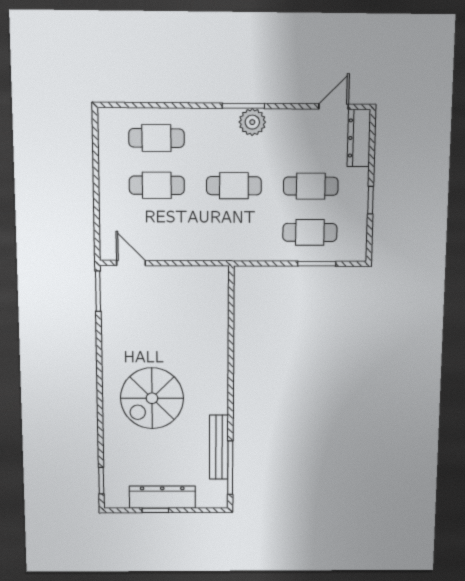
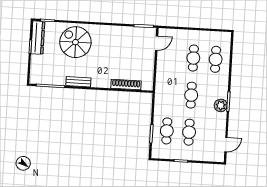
door: (334, 107) -> (226, 145), hinge flipped
dresser: (359, 138) -> (211, 156), removed
shoe rack: (219, 320) -> (126, 85), added
spiral stairs: (152, 398) -> (75, 42), moved
bench: (219, 447) -> (78, 82), moved, width x0.73
dresser: (162, 497) -> (38, 38), moved

